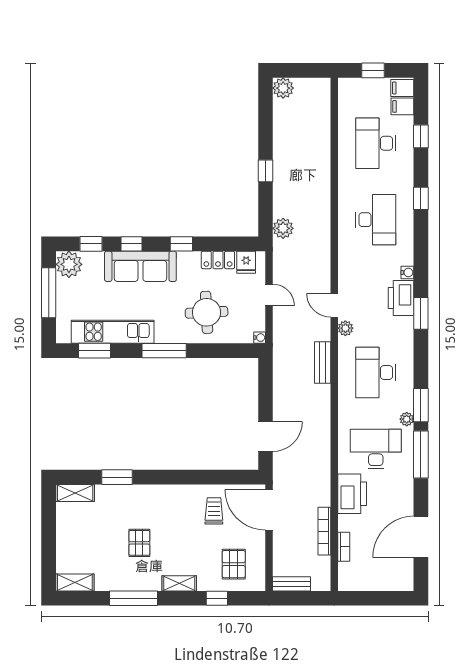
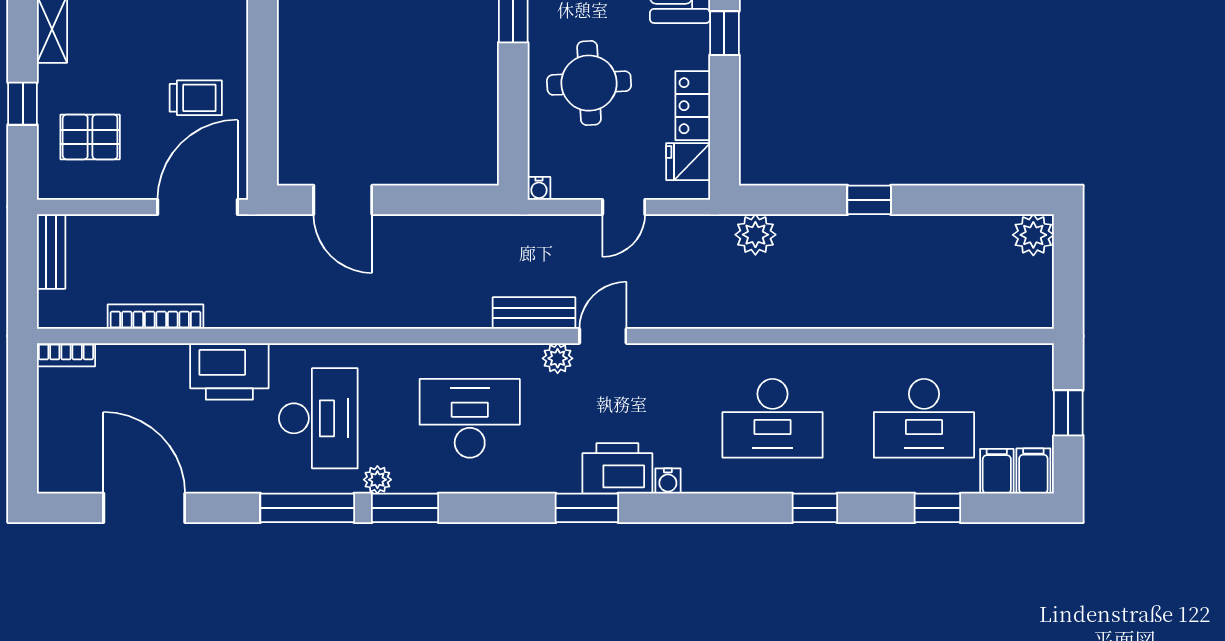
desk: (376, 143) -> (924, 418), turned 180
bench: (323, 363) -> (534, 313), moved
bookcase: (344, 547) -> (66, 355), moved

